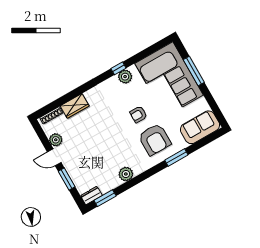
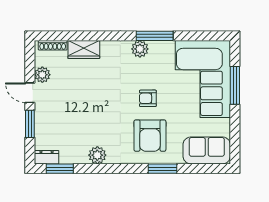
window: (118, 68) -> (155, 36), width x2.17
plant: (125, 77) -> (140, 49), moved

